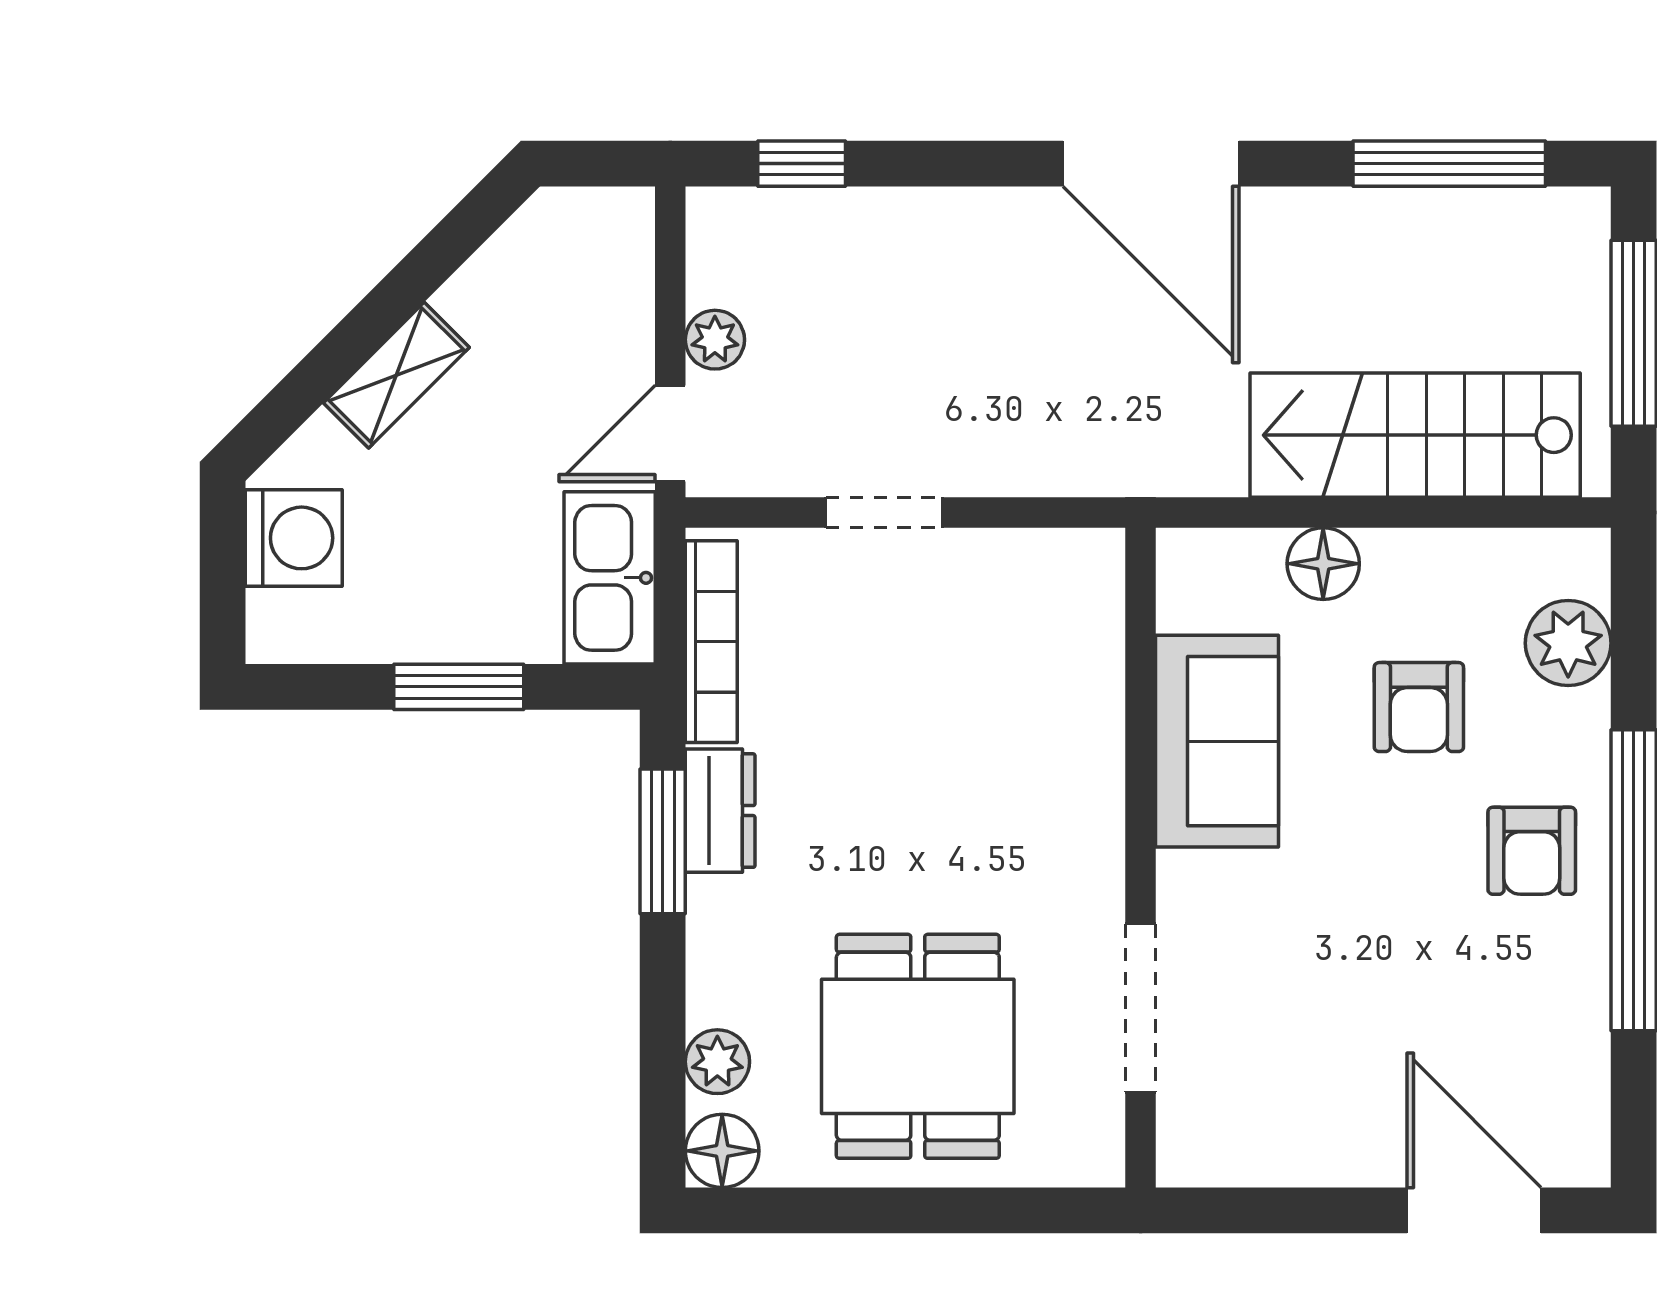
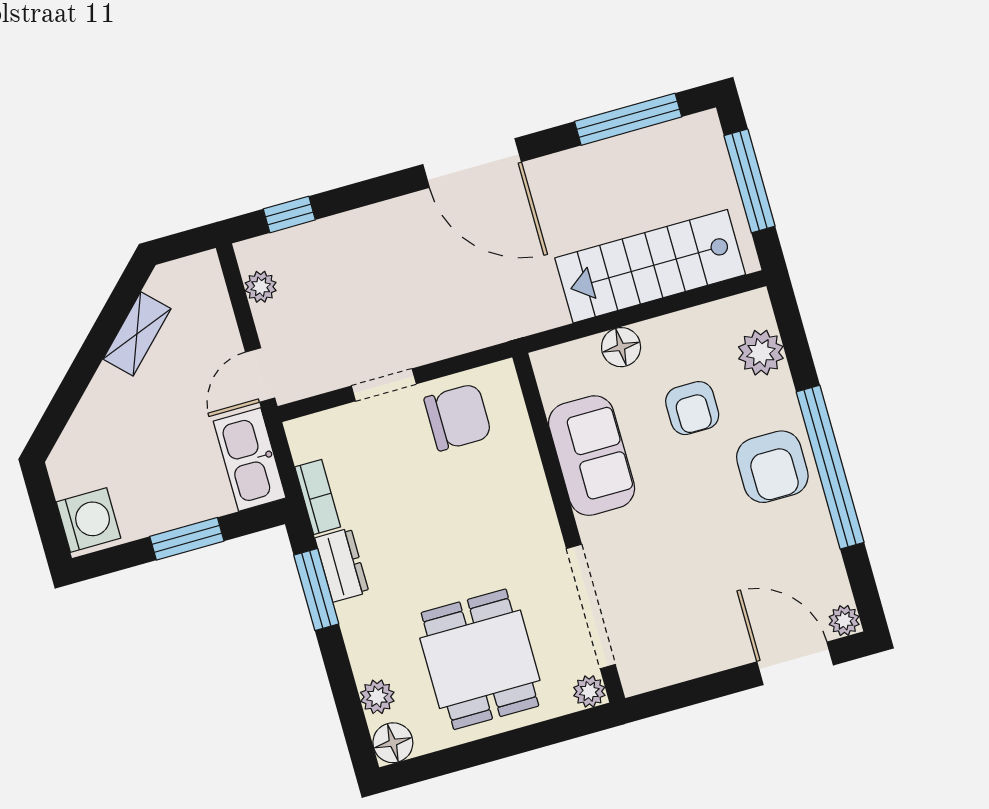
plant: (715, 340) -> (261, 287), moved
shelving: (396, 375) -> (137, 334), moved
washing machine: (294, 538) -> (88, 520), moved
chair: (999, 606) -> (458, 417), added
bookcase: (711, 642) -> (318, 497), width x0.64
armchair: (1532, 851) -> (772, 467), width x1.38, depth x1.38
doorway: (1141, 1008) -> (591, 607), width x1.36
plant: (1096, 1158) -> (589, 691), added
plant: (1582, 1159) -> (844, 621), added

